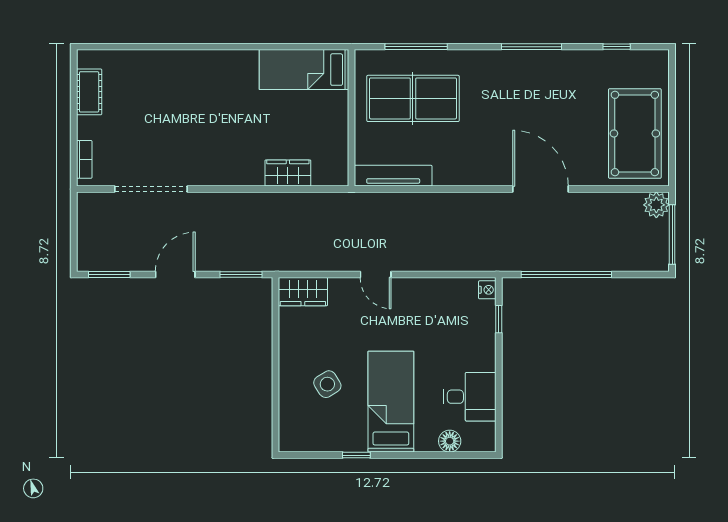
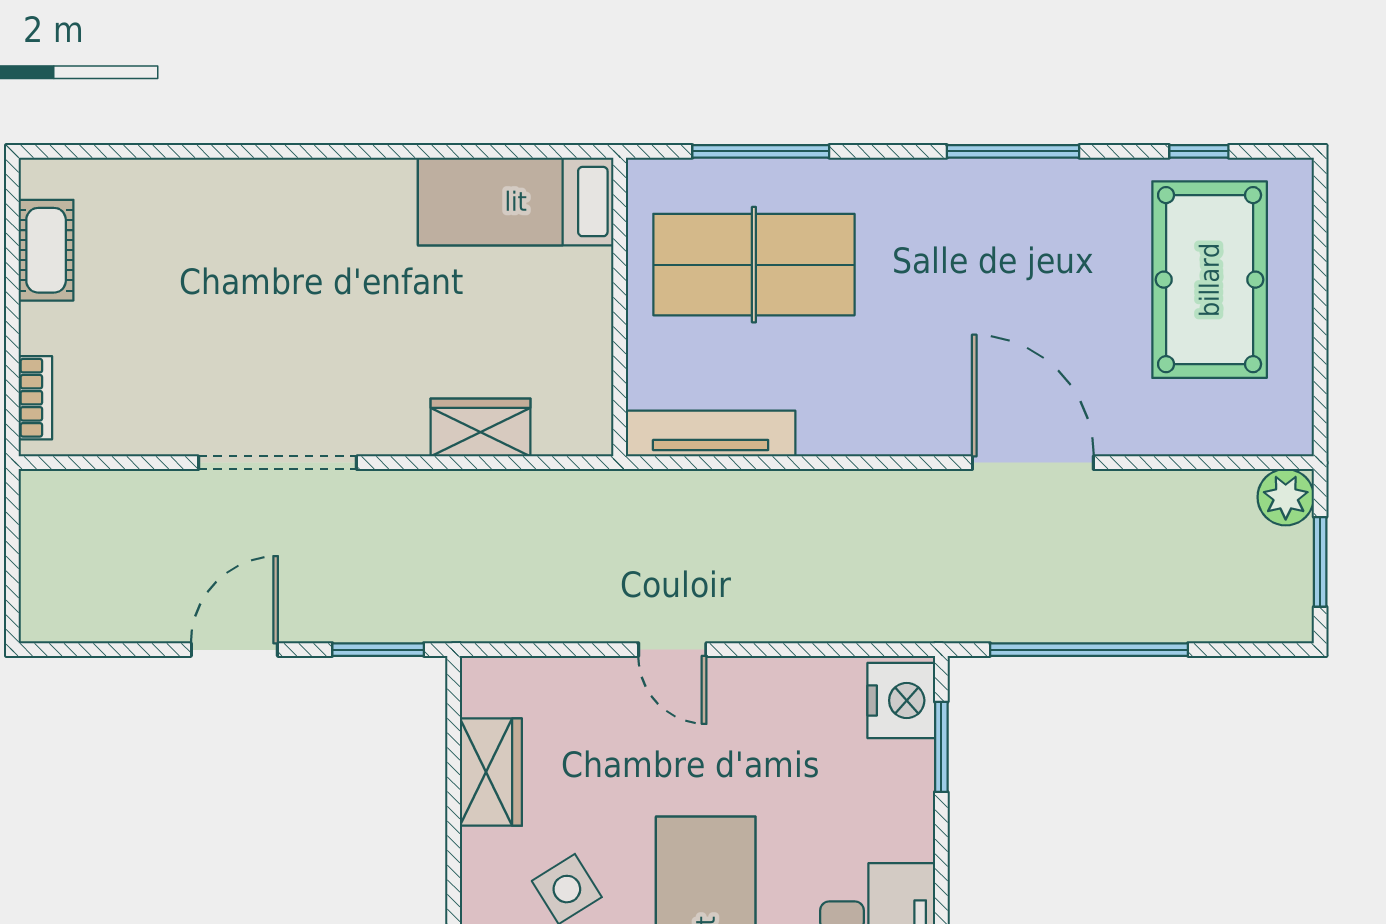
pool table: (635, 133) -> (1210, 280), moved
doorway: (151, 189) -> (278, 463), moved
window: (672, 234) -> (1320, 562), width x0.69
window: (109, 275) -> (90, 650), removed
nightstand: (487, 290) -> (901, 700), width x1.89, depth x1.79
wardrobe: (303, 292) -> (491, 772), moved, turned -90
window: (499, 319) -> (941, 747), width x1.50

